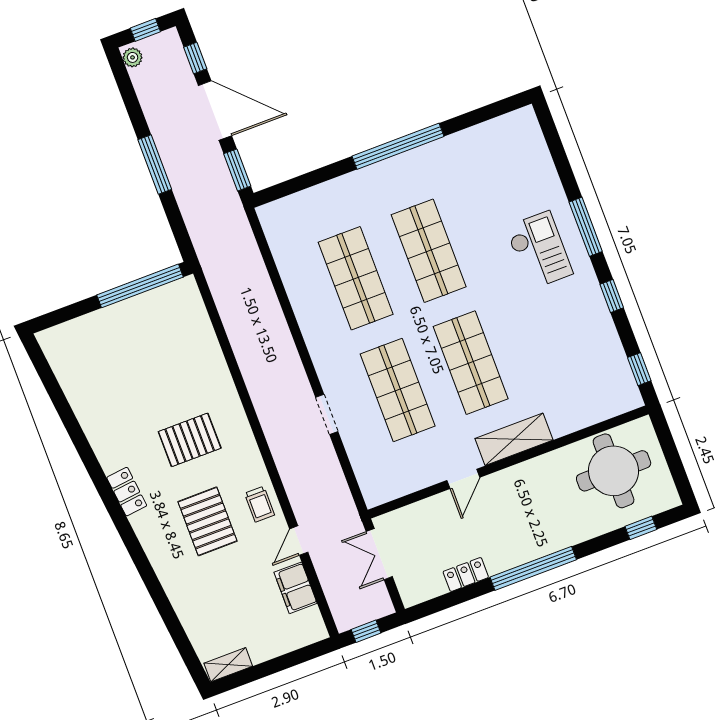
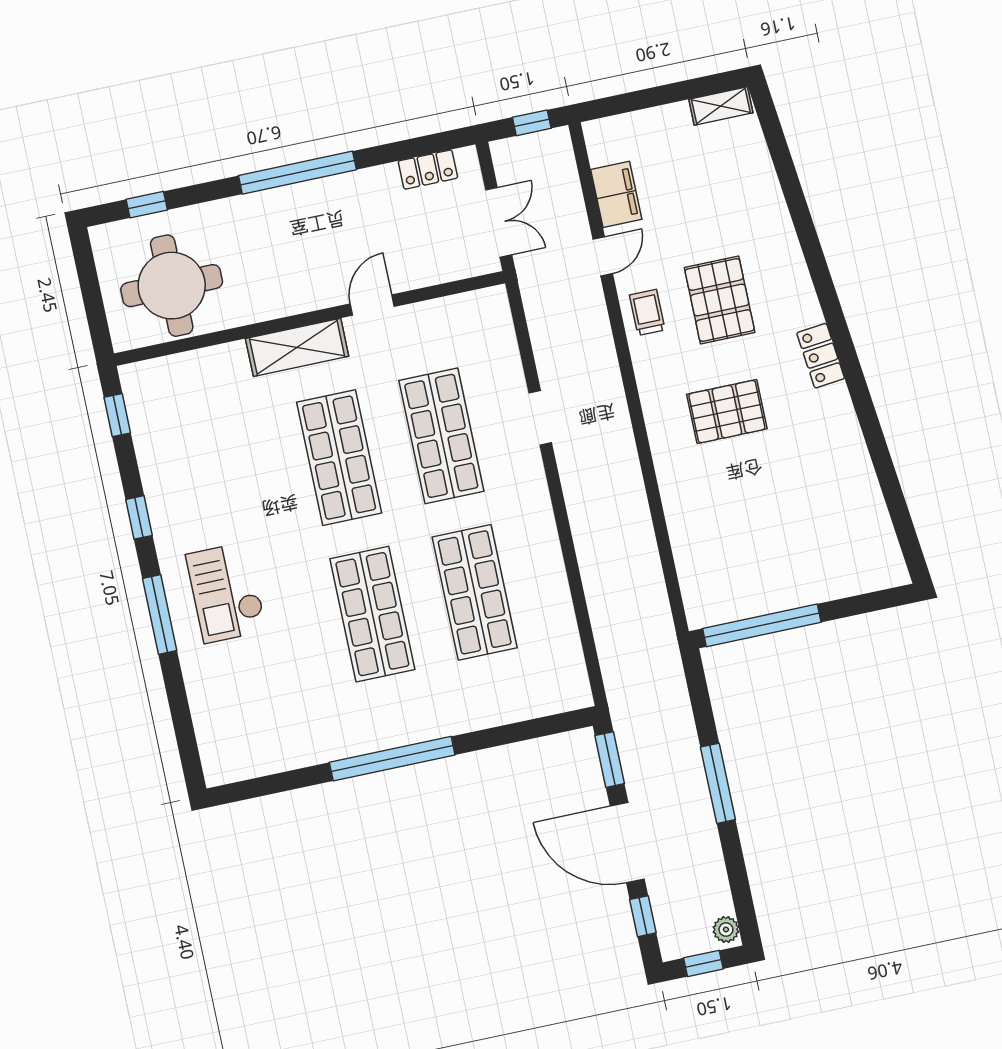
locker: (466, 574) -> (428, 170), moved

